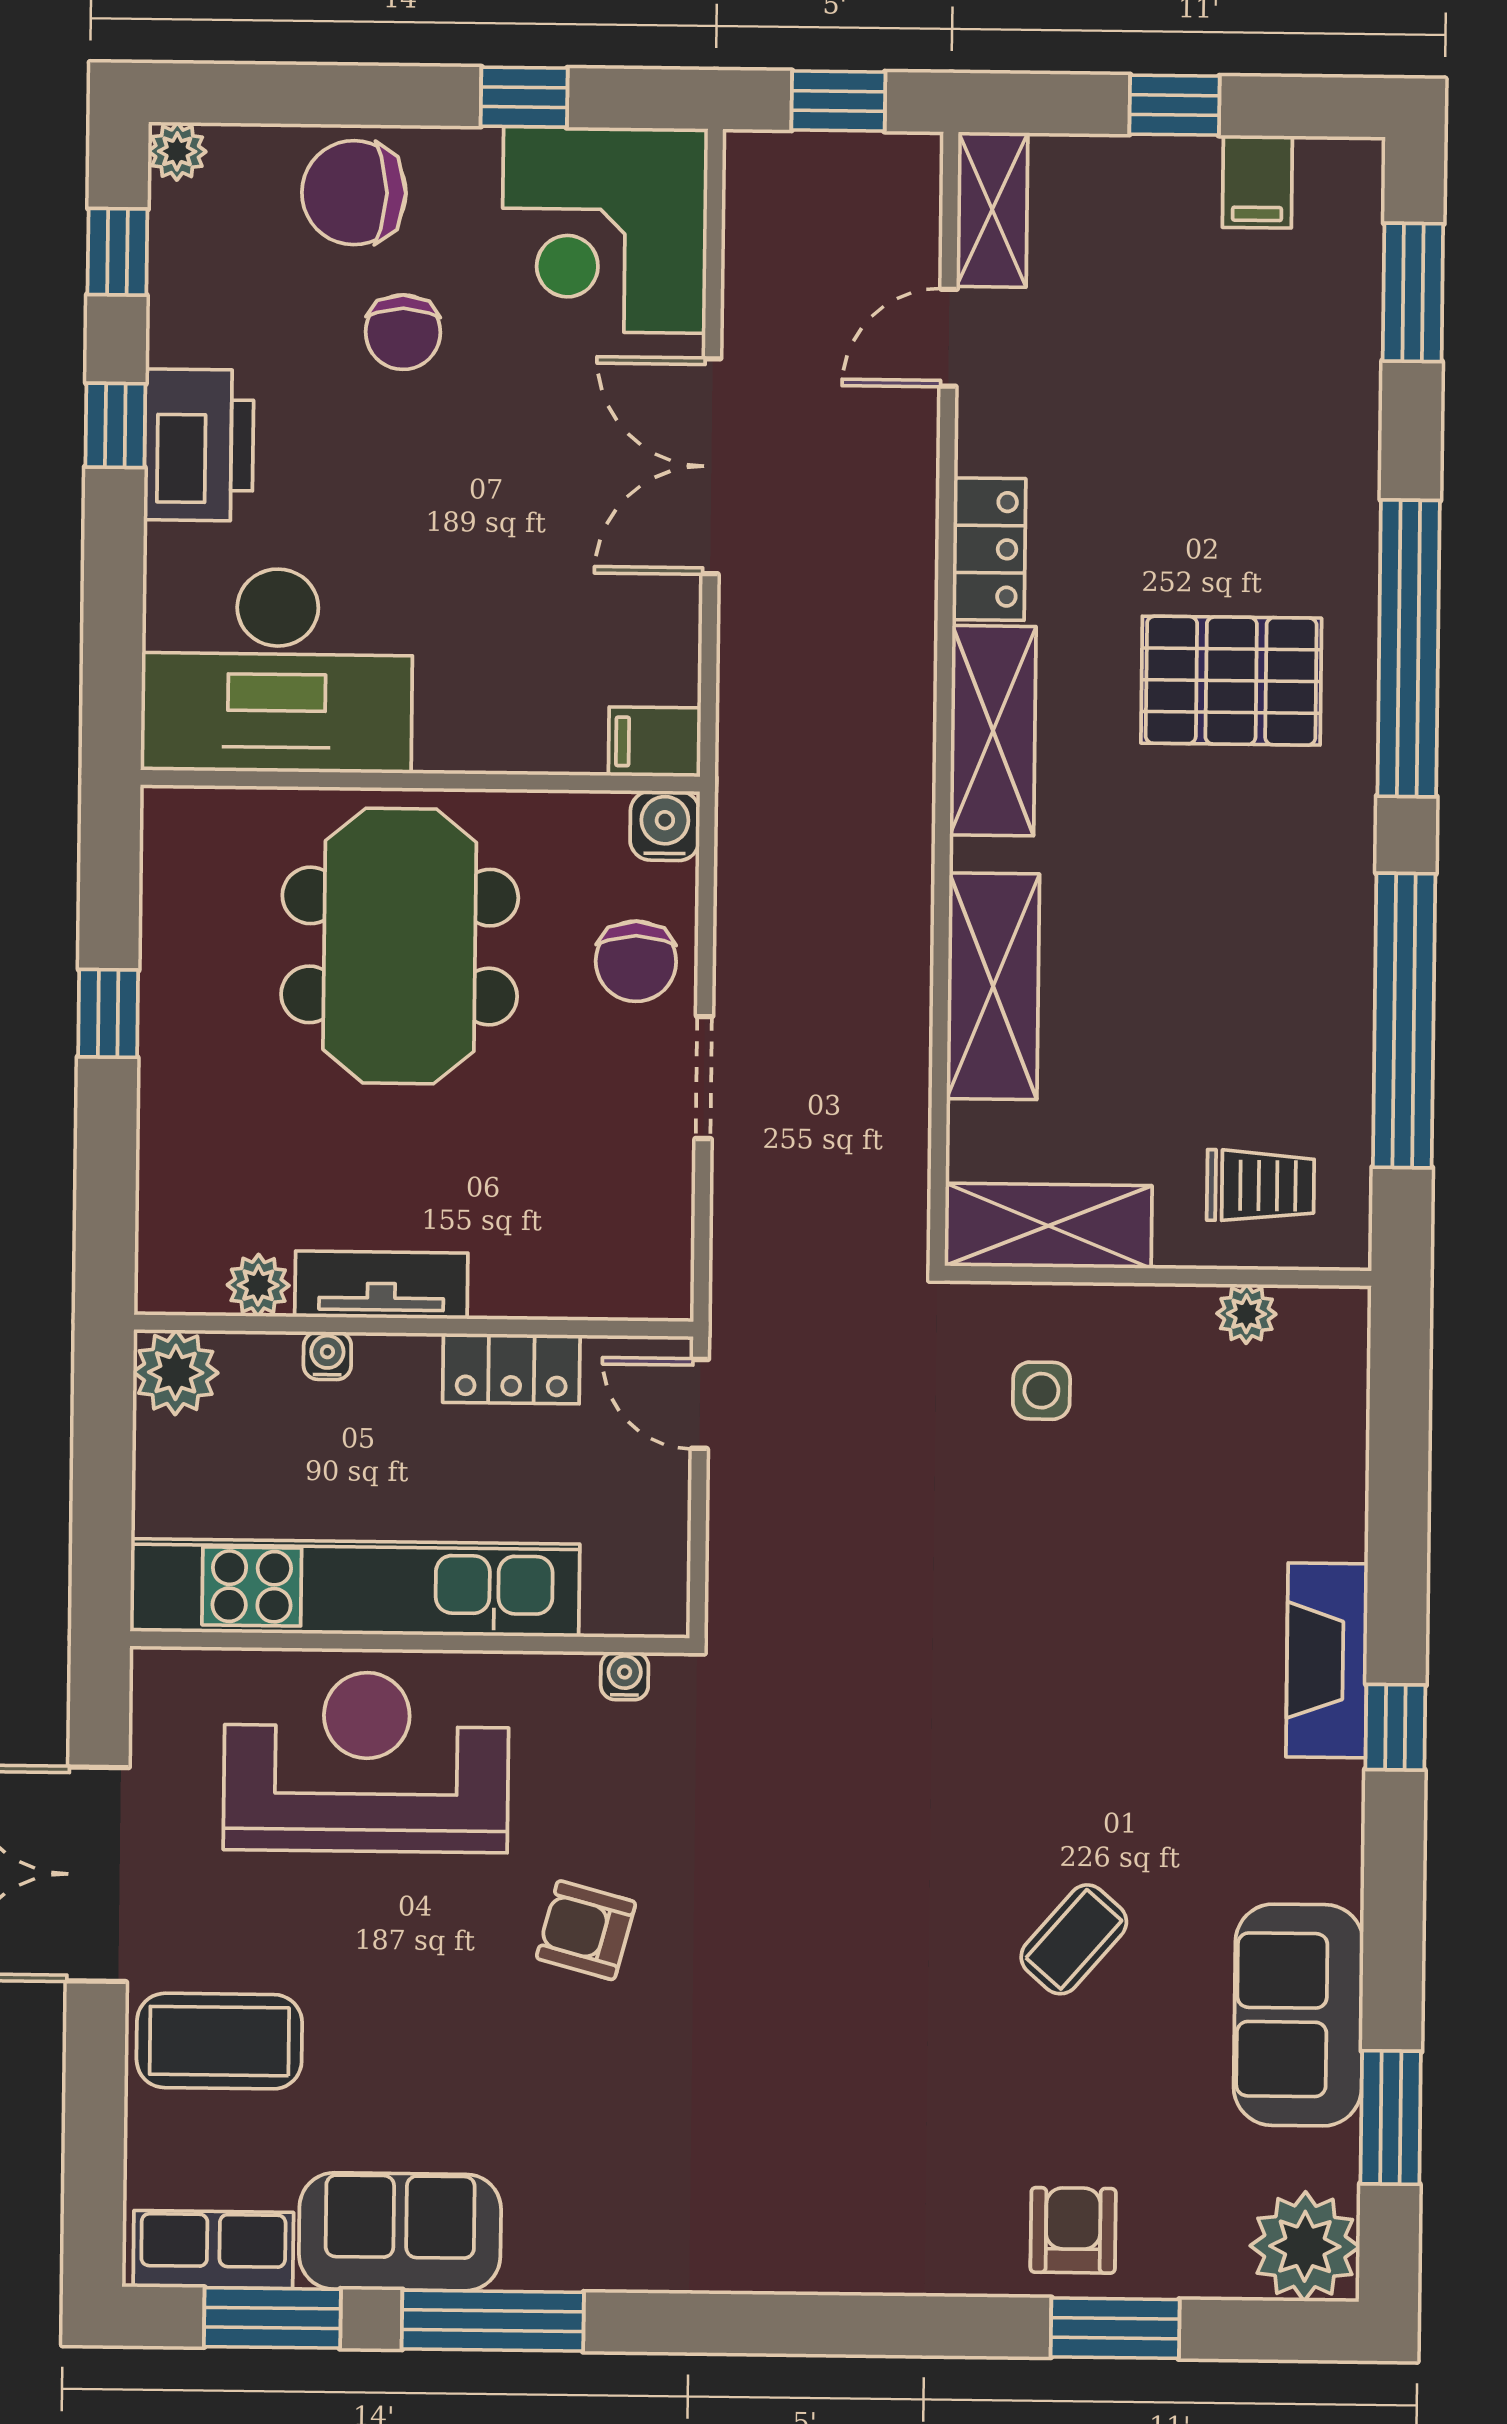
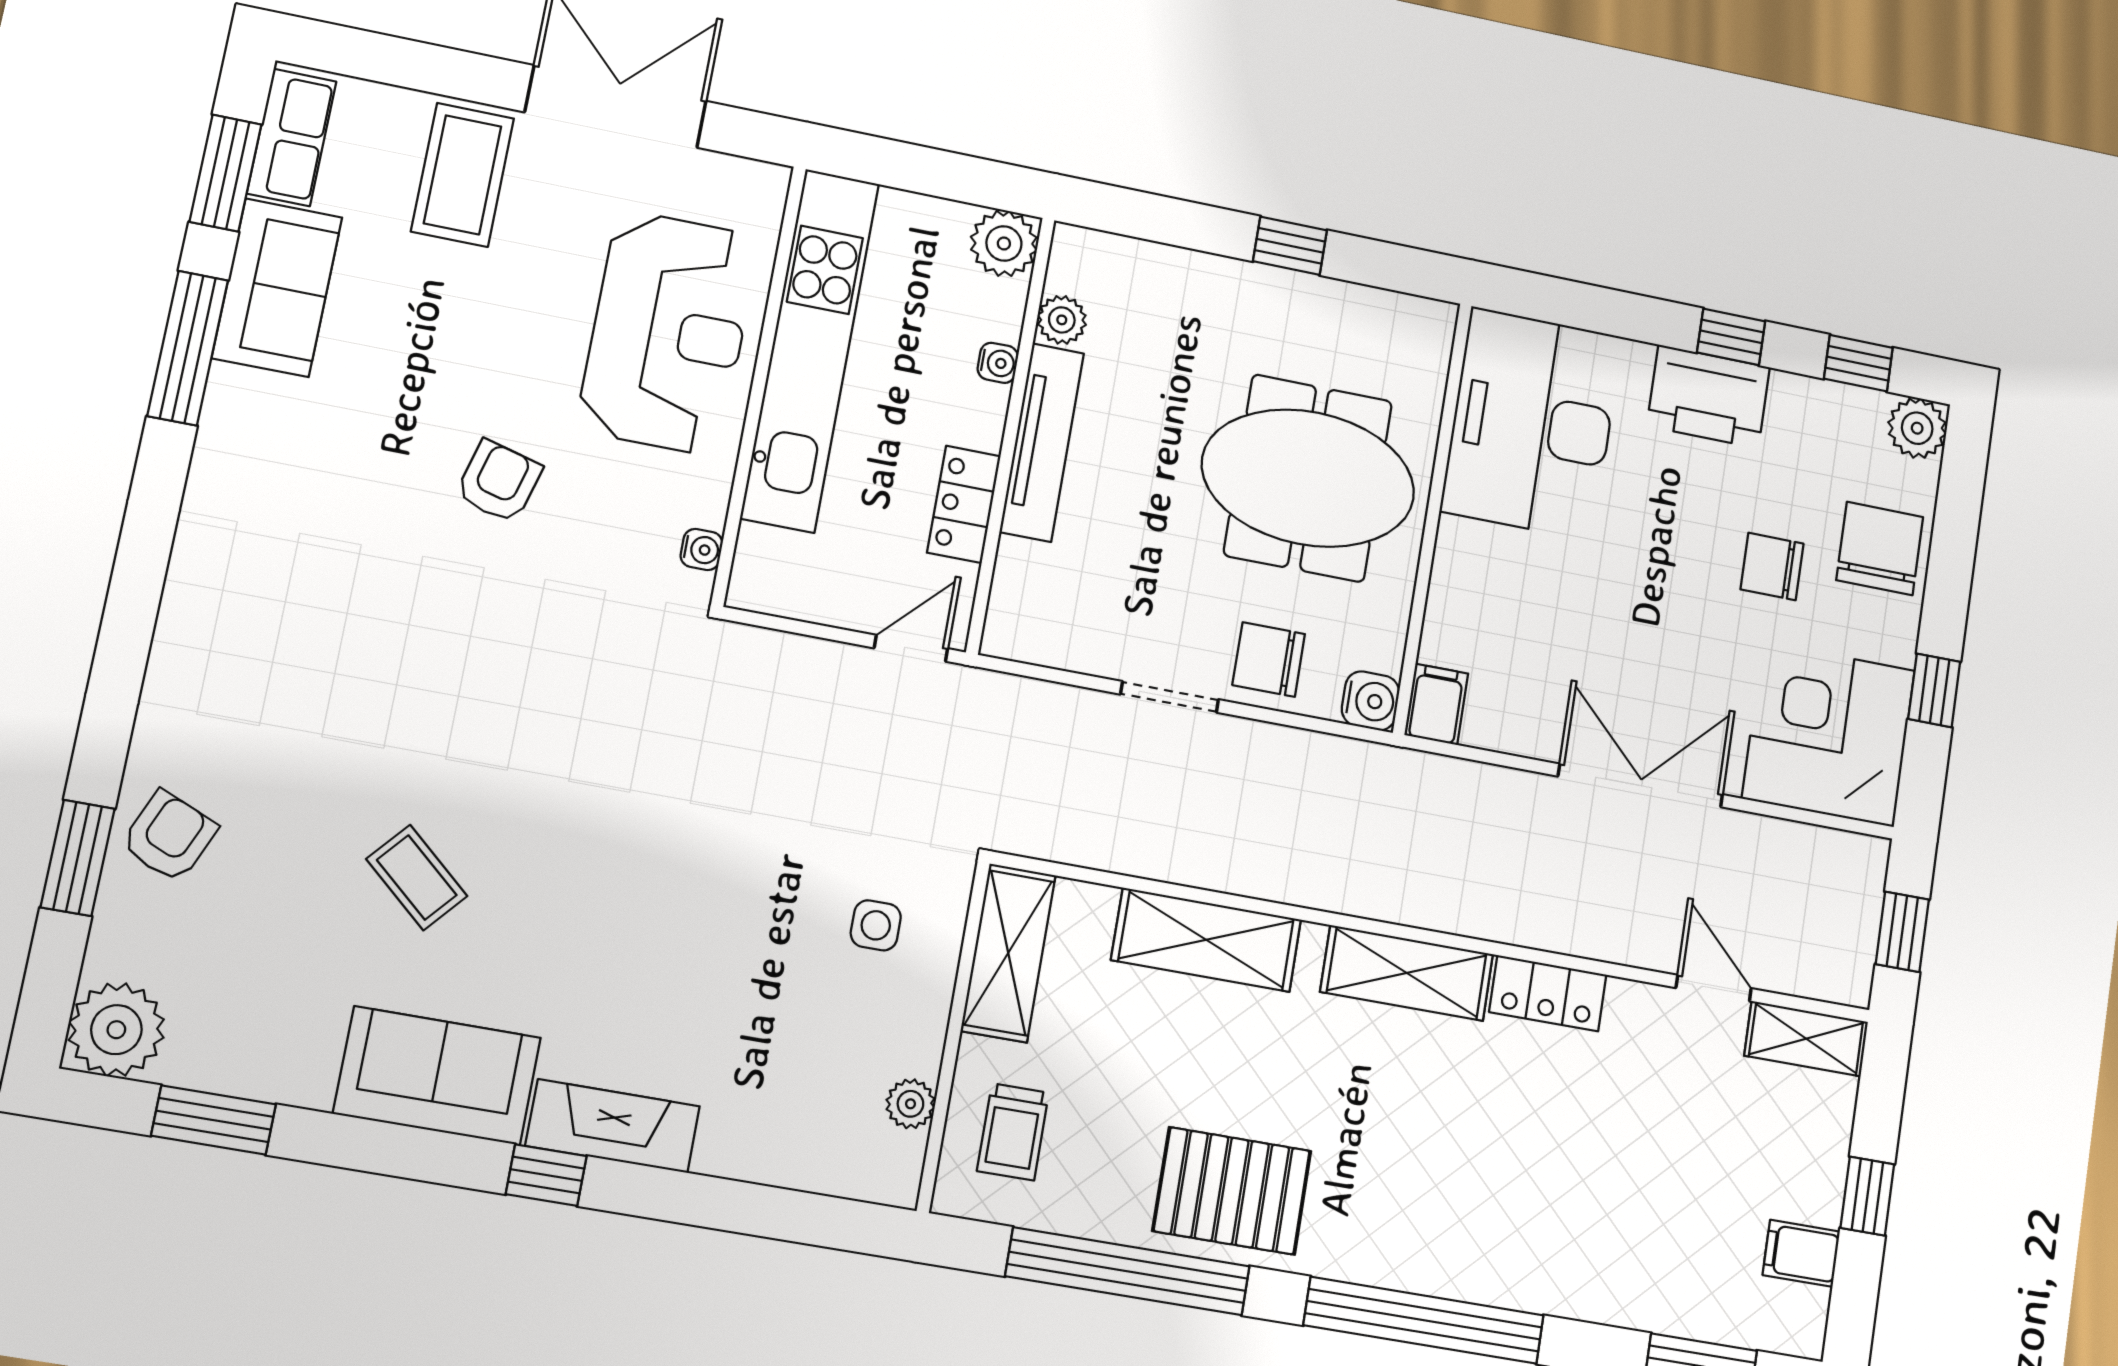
plant: (177, 151) -> (1917, 428), width x1.38, depth x1.38
pallet: (1231, 681) -> (1232, 1191), moved, turned 90
tv unit: (381, 1285) -> (1042, 442), width x1.41
sofa: (1298, 2015) -> (437, 1076), moved
armchair: (1073, 2230) -> (169, 836), turned -67

